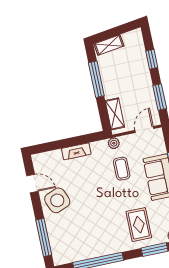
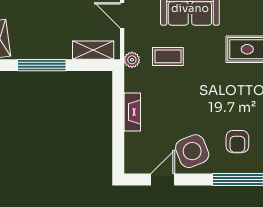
armchair: (71, 231) -> (237, 142), added

